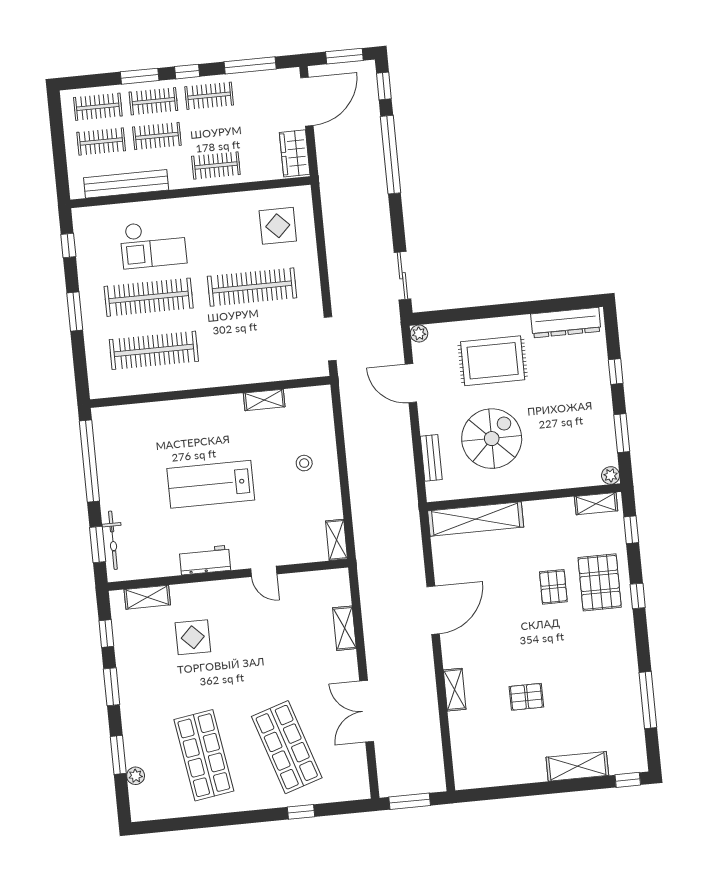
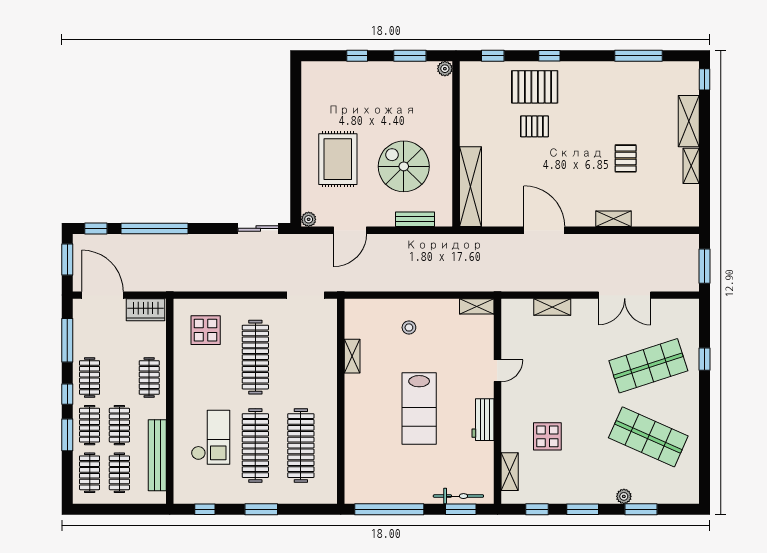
dresser: (566, 323) -> (312, 94), removed
shelving: (596, 504) -> (691, 166), moved
shop shelf: (204, 755) -> (648, 437), turned 33
plant: (136, 776) -> (624, 496), moved

